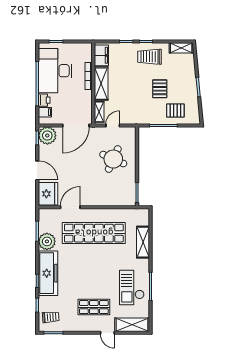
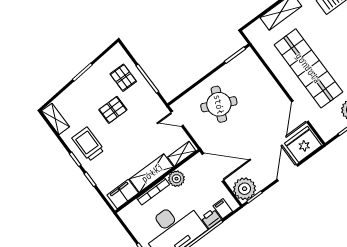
trolley: (150, 57) -> (88, 144), turned 180
plant: (86, 97) -> (176, 179), added
door: (113, 125) -> (177, 119), moved
door: (70, 207) -> (300, 112), hinge flipped

